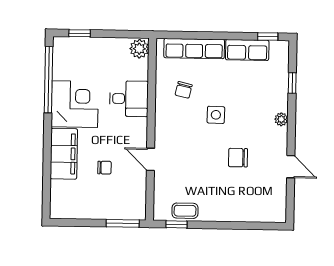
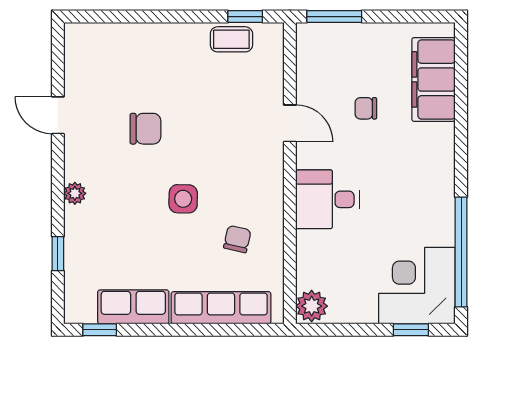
desk: (129, 99) -> (327, 199), moved
corner desk: (75, 104) -> (417, 286), moved, turned 90
filing cabinet: (64, 154) -> (433, 79), moved

